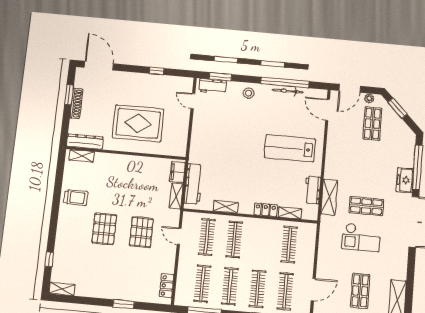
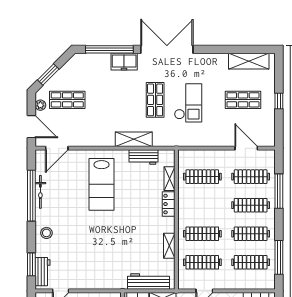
shelving: (329, 197) -> (134, 139), moved

